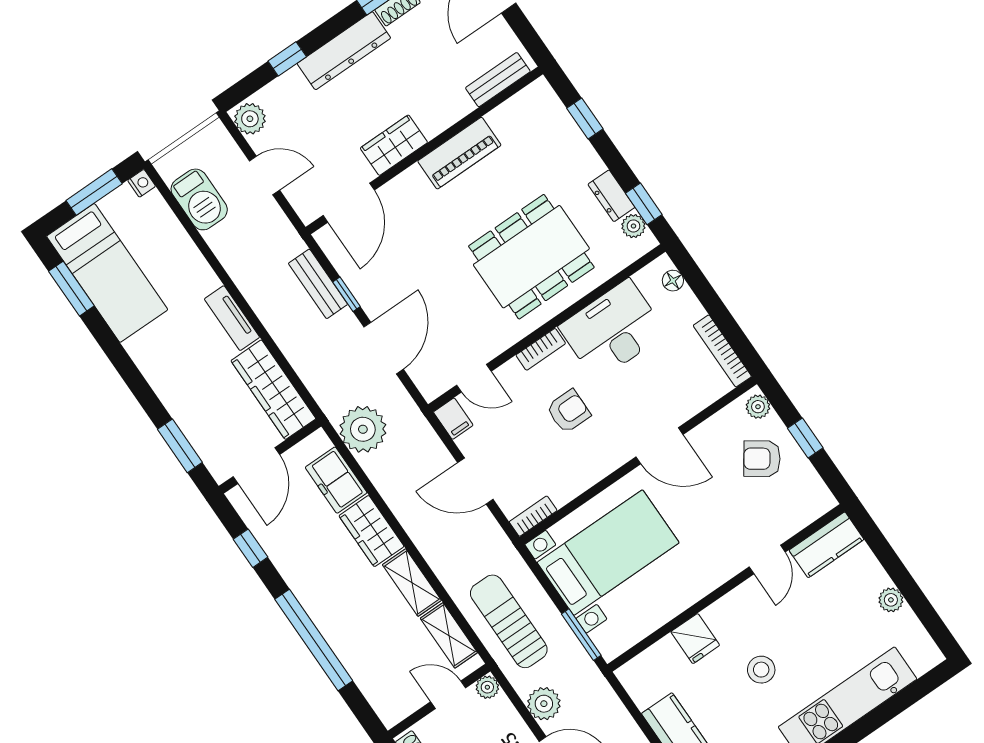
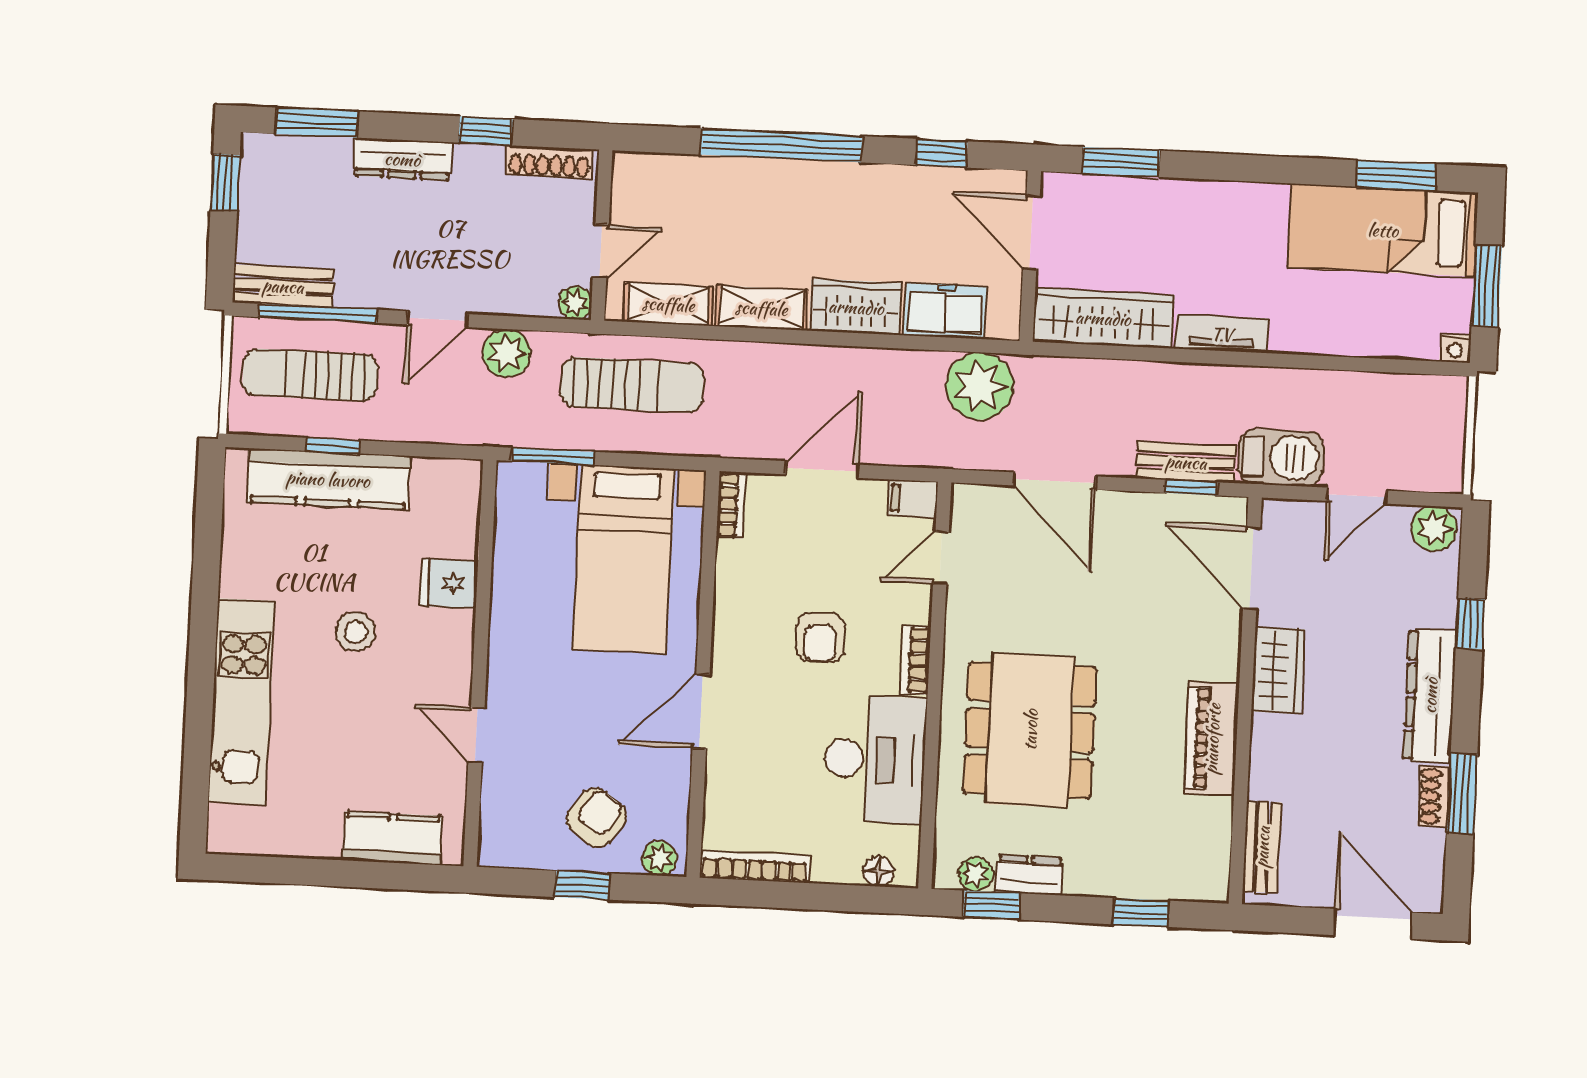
barbecue: (199, 199) -> (1281, 458), moved, turned 180
window: (346, 294) -> (1191, 488), moved
kitchen counter: (826, 545) -> (392, 838), moved, turned 90
plant: (891, 600) -> (322, 842), removed

